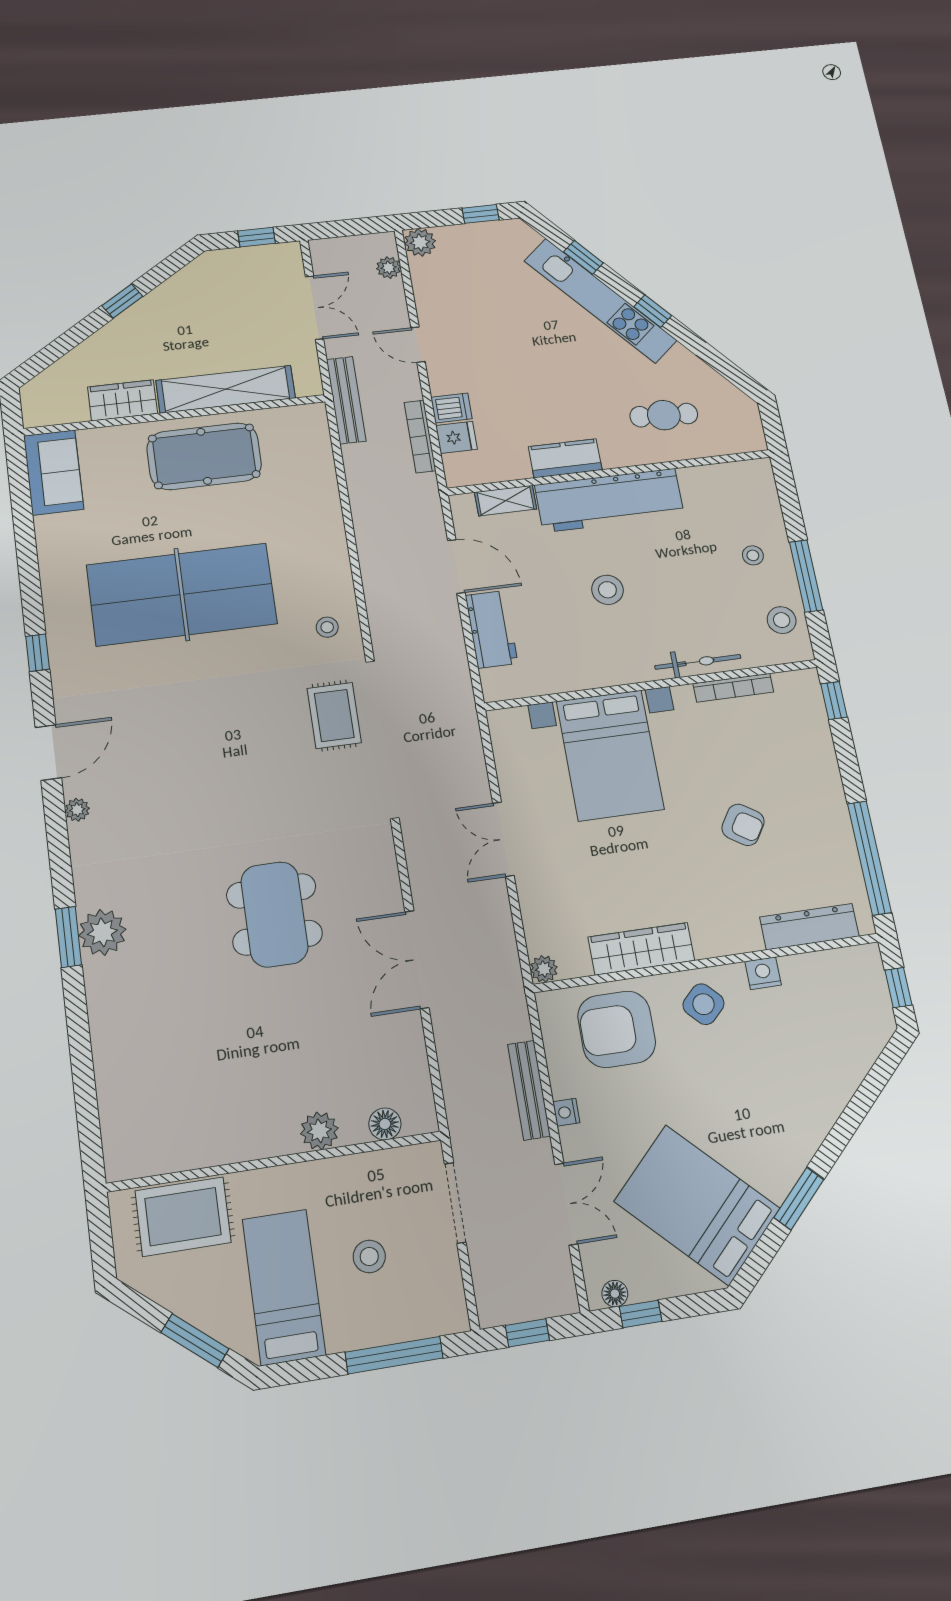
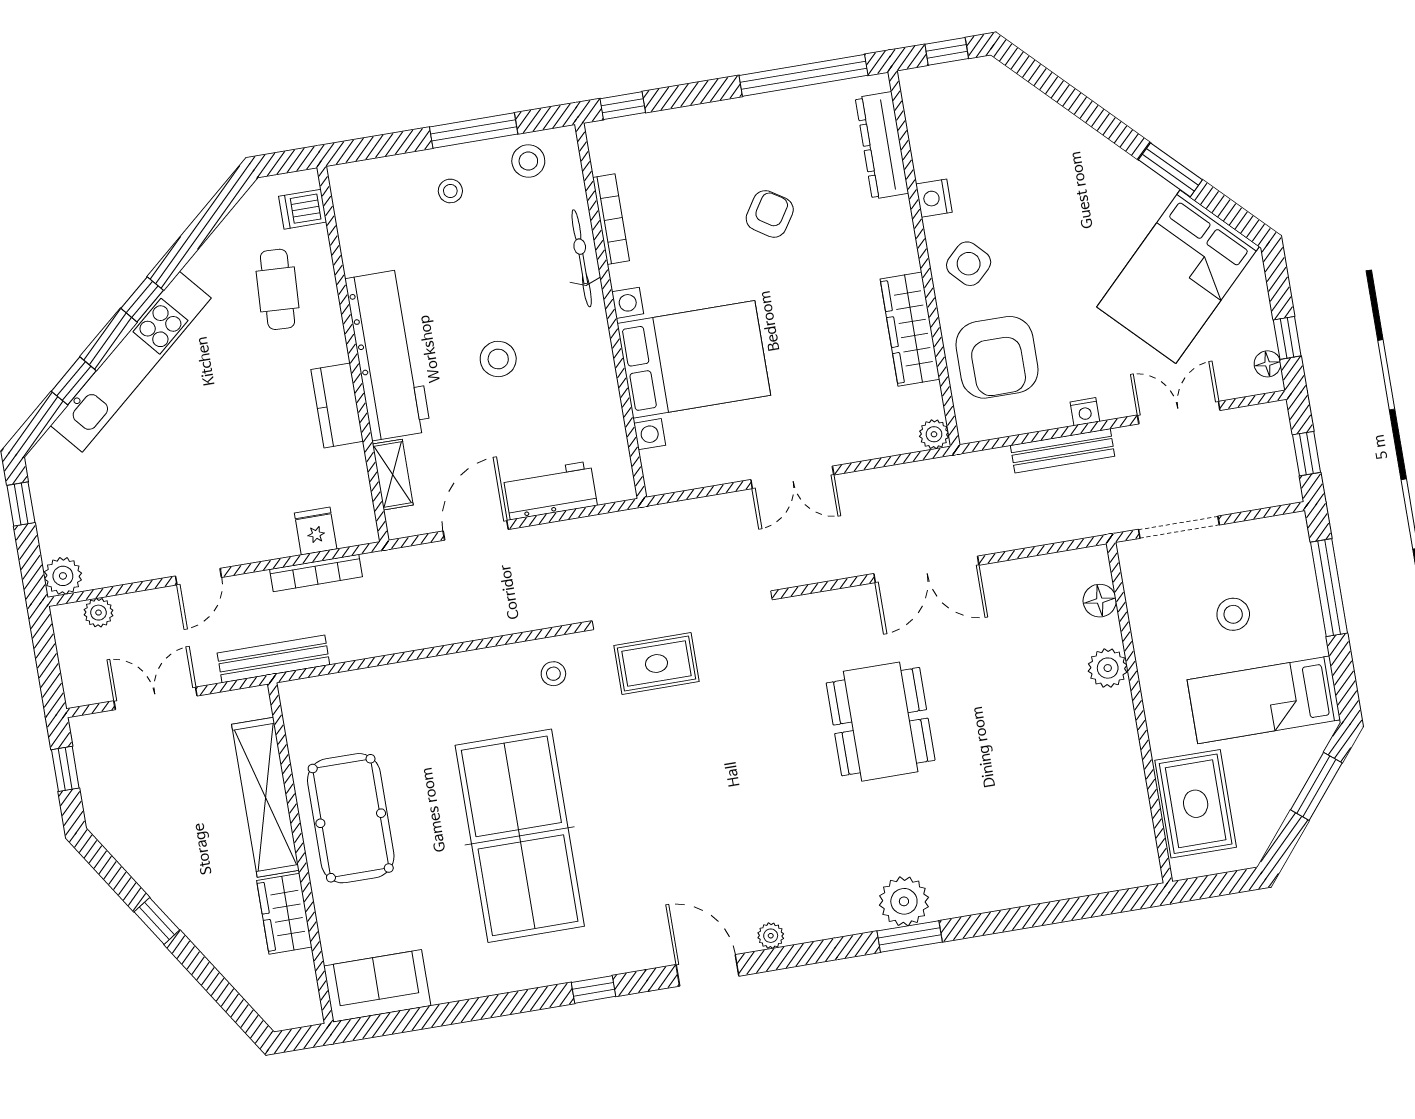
dishwasher: (451, 408) -> (303, 209), moved, turned -90
dining table: (274, 914) -> (881, 722), turned 90

